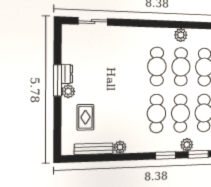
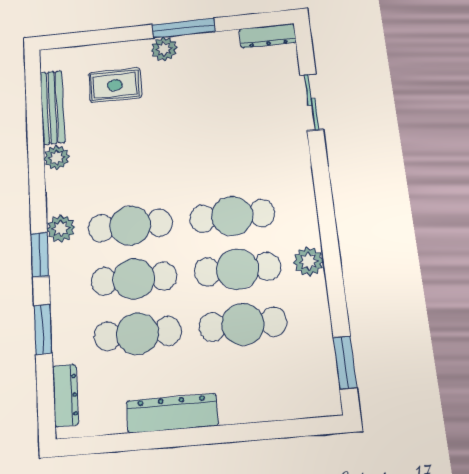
sliding door: (93, 21) -> (312, 102), moved
dresser: (67, 74) -> (268, 36), moved, width x1.44
plant: (187, 145) -> (61, 229), moved

